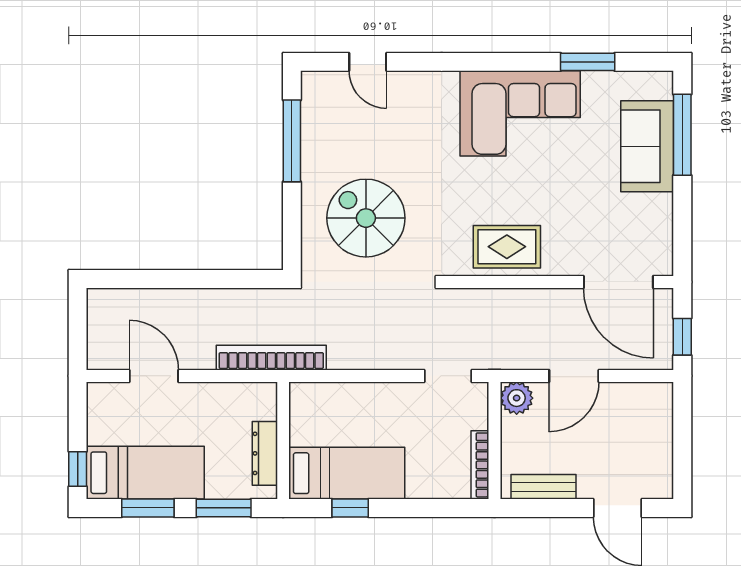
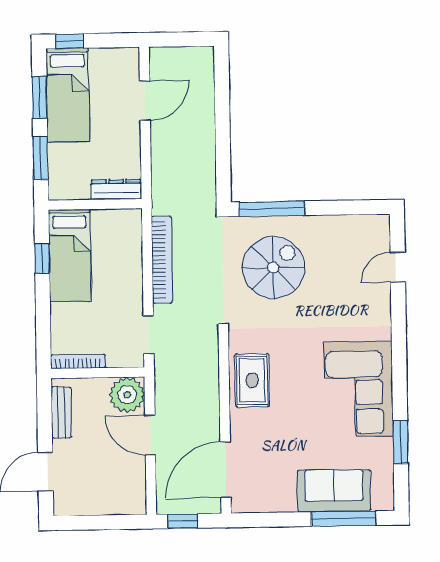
window: (292, 141) -> (272, 209), moved
bookcase: (271, 358) -> (162, 260), moved
plant: (517, 398) -> (127, 395), width x1.36, depth x1.36
dresser: (265, 453) -> (116, 189), moved

